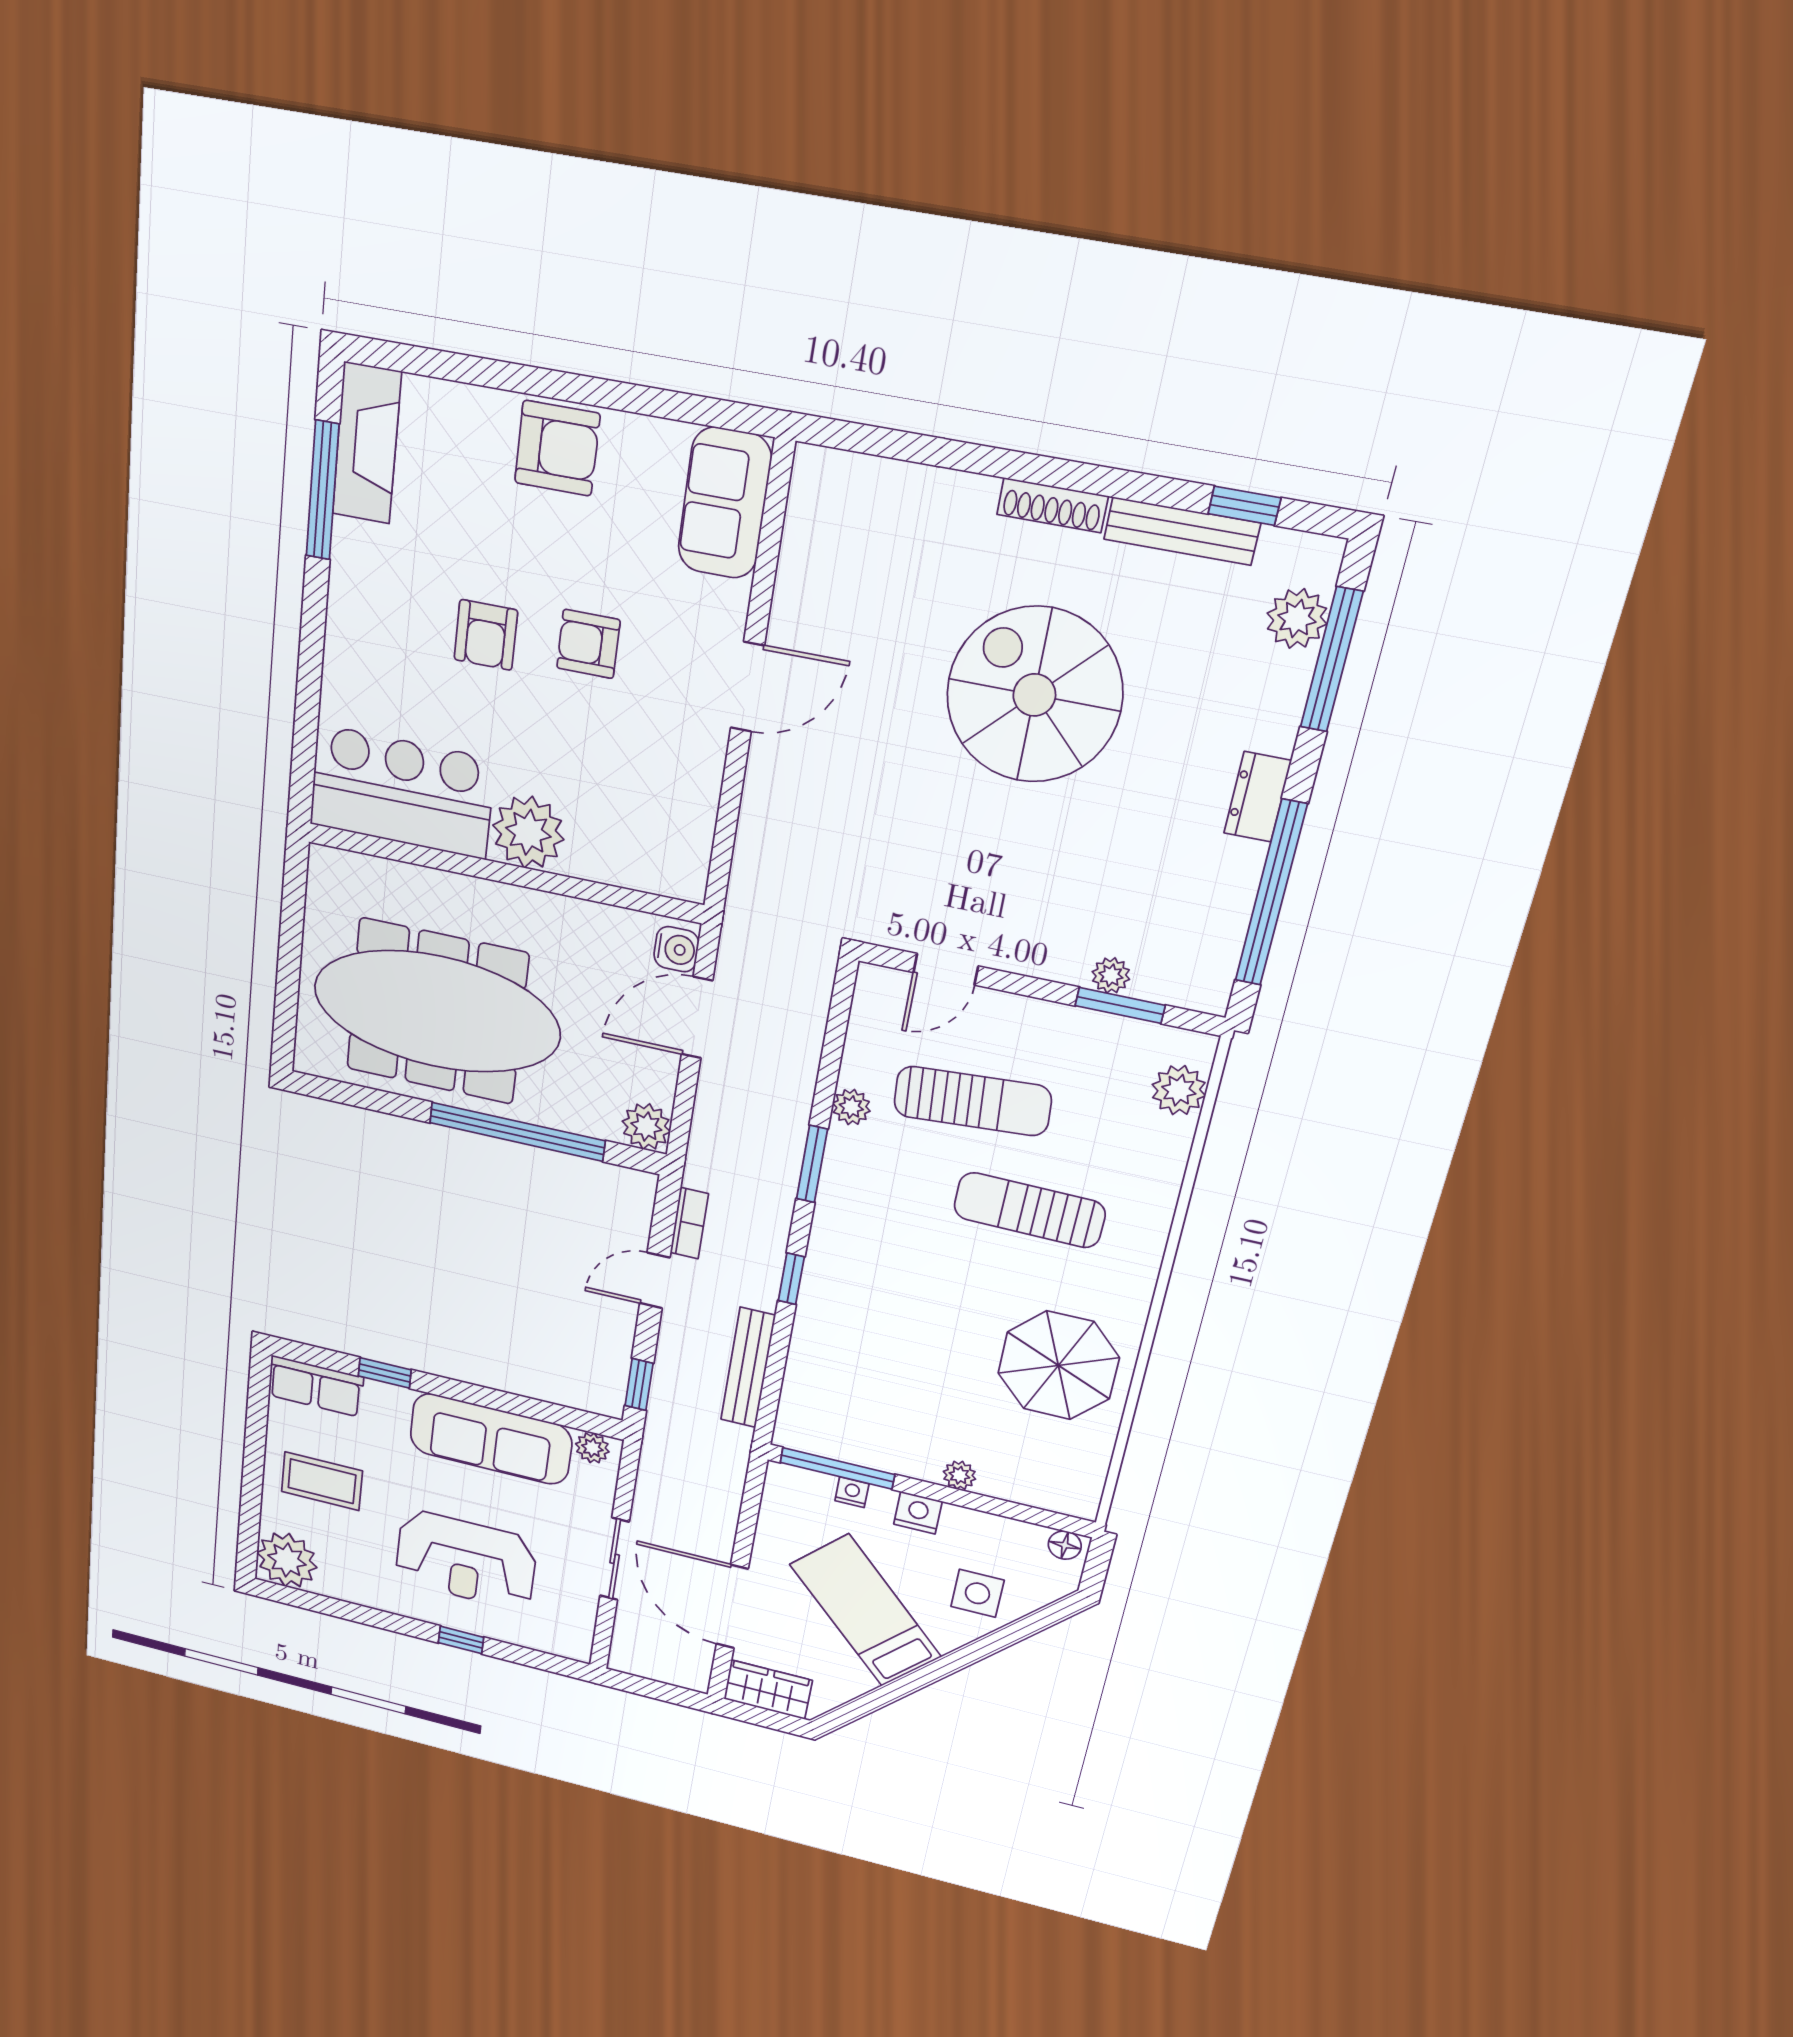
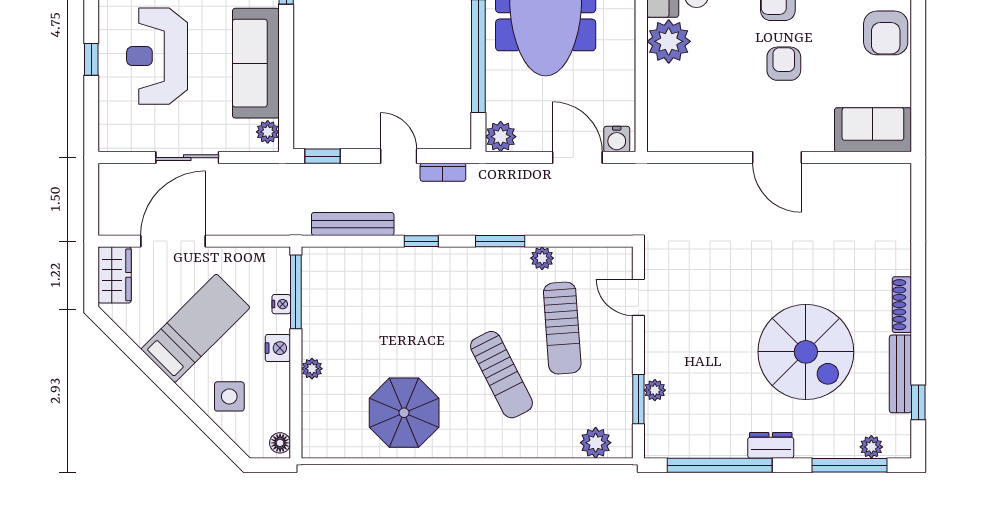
plant: (1297, 619) -> (871, 447), width x0.73, depth x0.73
spiral stairs: (1034, 695) -> (806, 352), moved, turned 90
sun lounger: (1029, 1210) -> (501, 375), turned 152

